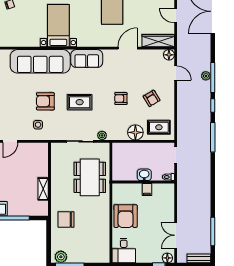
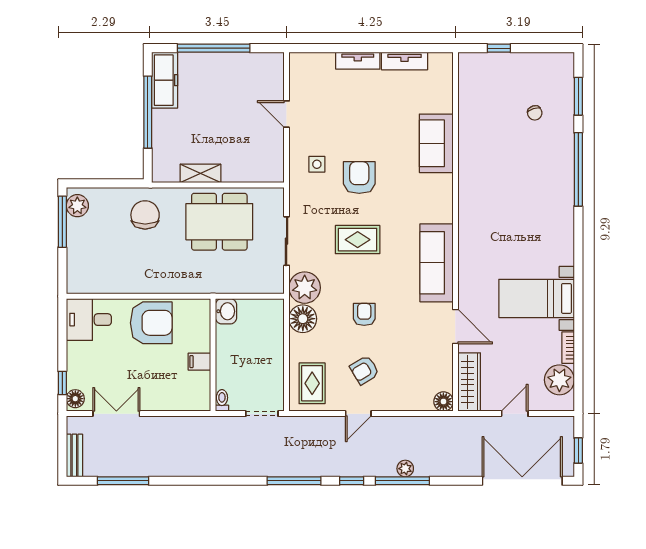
bed with nightstands: (58, 26) -> (496, 201), removed
sofa: (87, 59) -> (437, 263), width x1.36
sofa: (40, 61) -> (436, 143), width x0.54, depth x0.79
door: (176, 73) -> (358, 414), moved
rug: (80, 102) -> (358, 240), turned 90
floor lamp: (135, 132) -> (303, 319), moved
plant: (102, 135) -> (305, 288), width x1.88, depth x1.88
washbasin: (144, 175) -> (226, 311), moved
dining table: (90, 177) -> (219, 222), moved
armchair: (126, 216) -> (151, 323), turned 180

